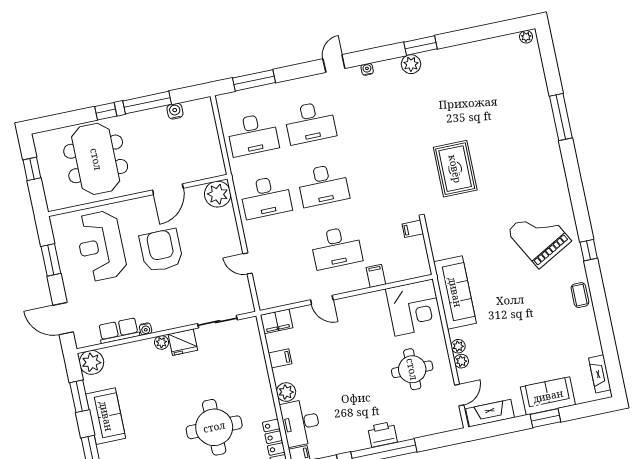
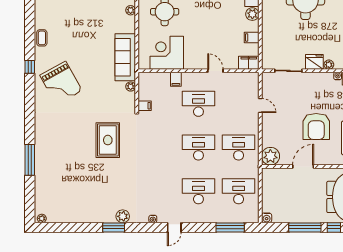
water cooler: (175, 111) -> (267, 218), moved
corner desk: (414, 307) -> (167, 53), moved
plant: (458, 346) -> (131, 87), moved

